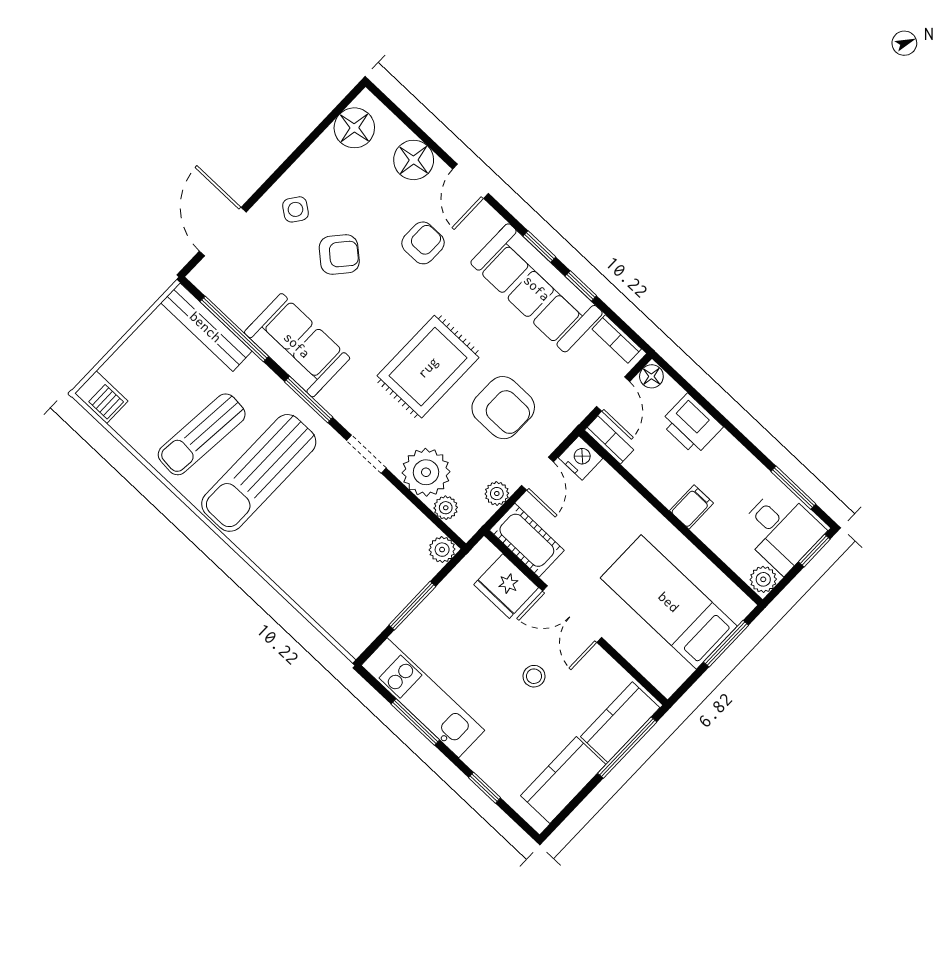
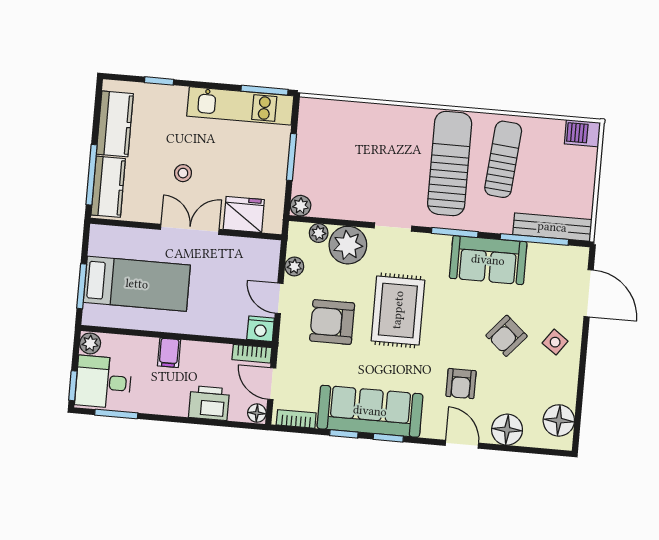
cot: (527, 540) -> (253, 253), removed
window: (415, 722) -> (265, 90), moved

